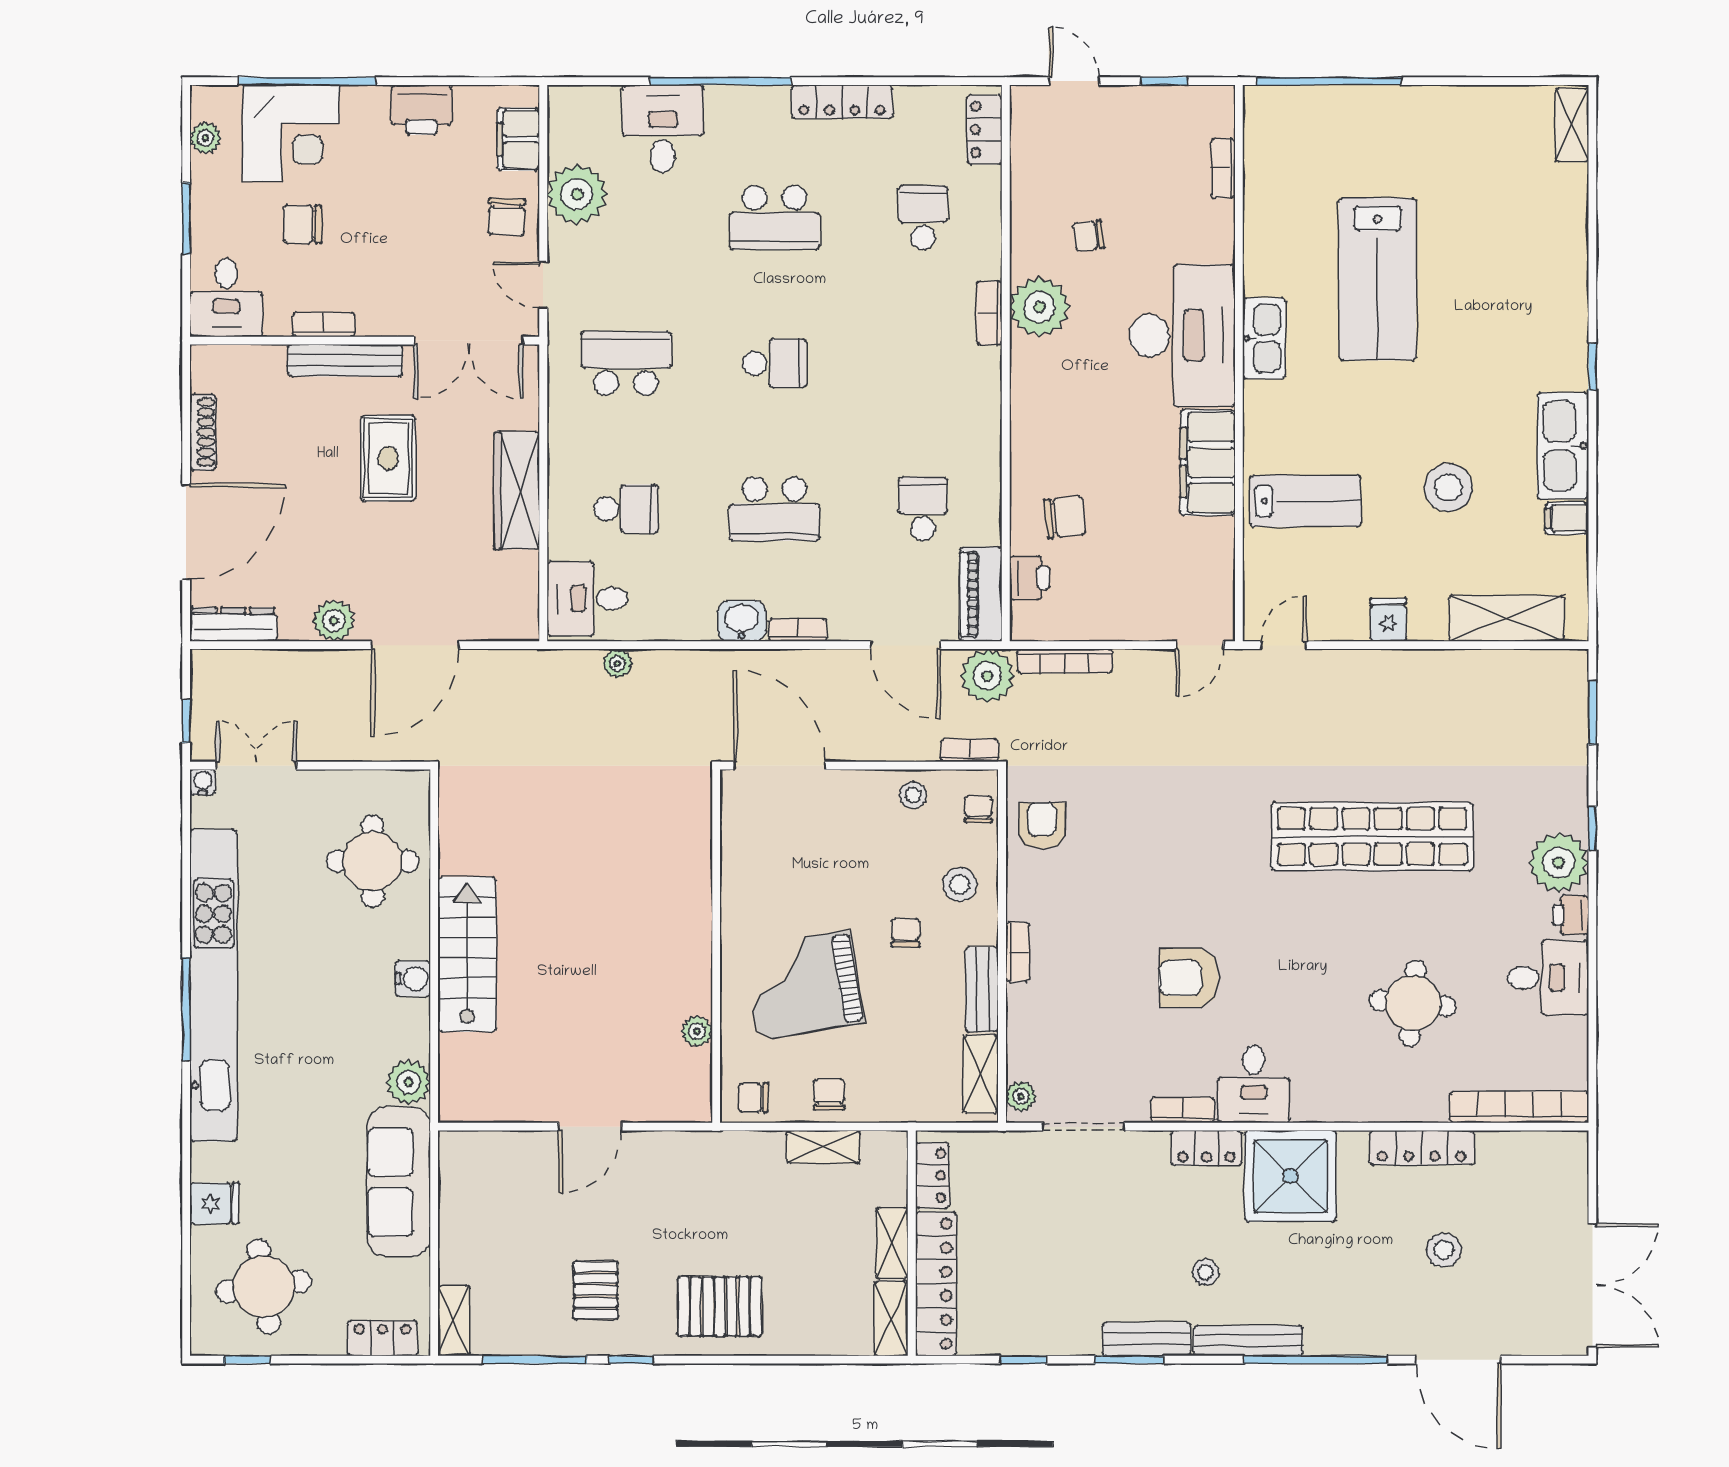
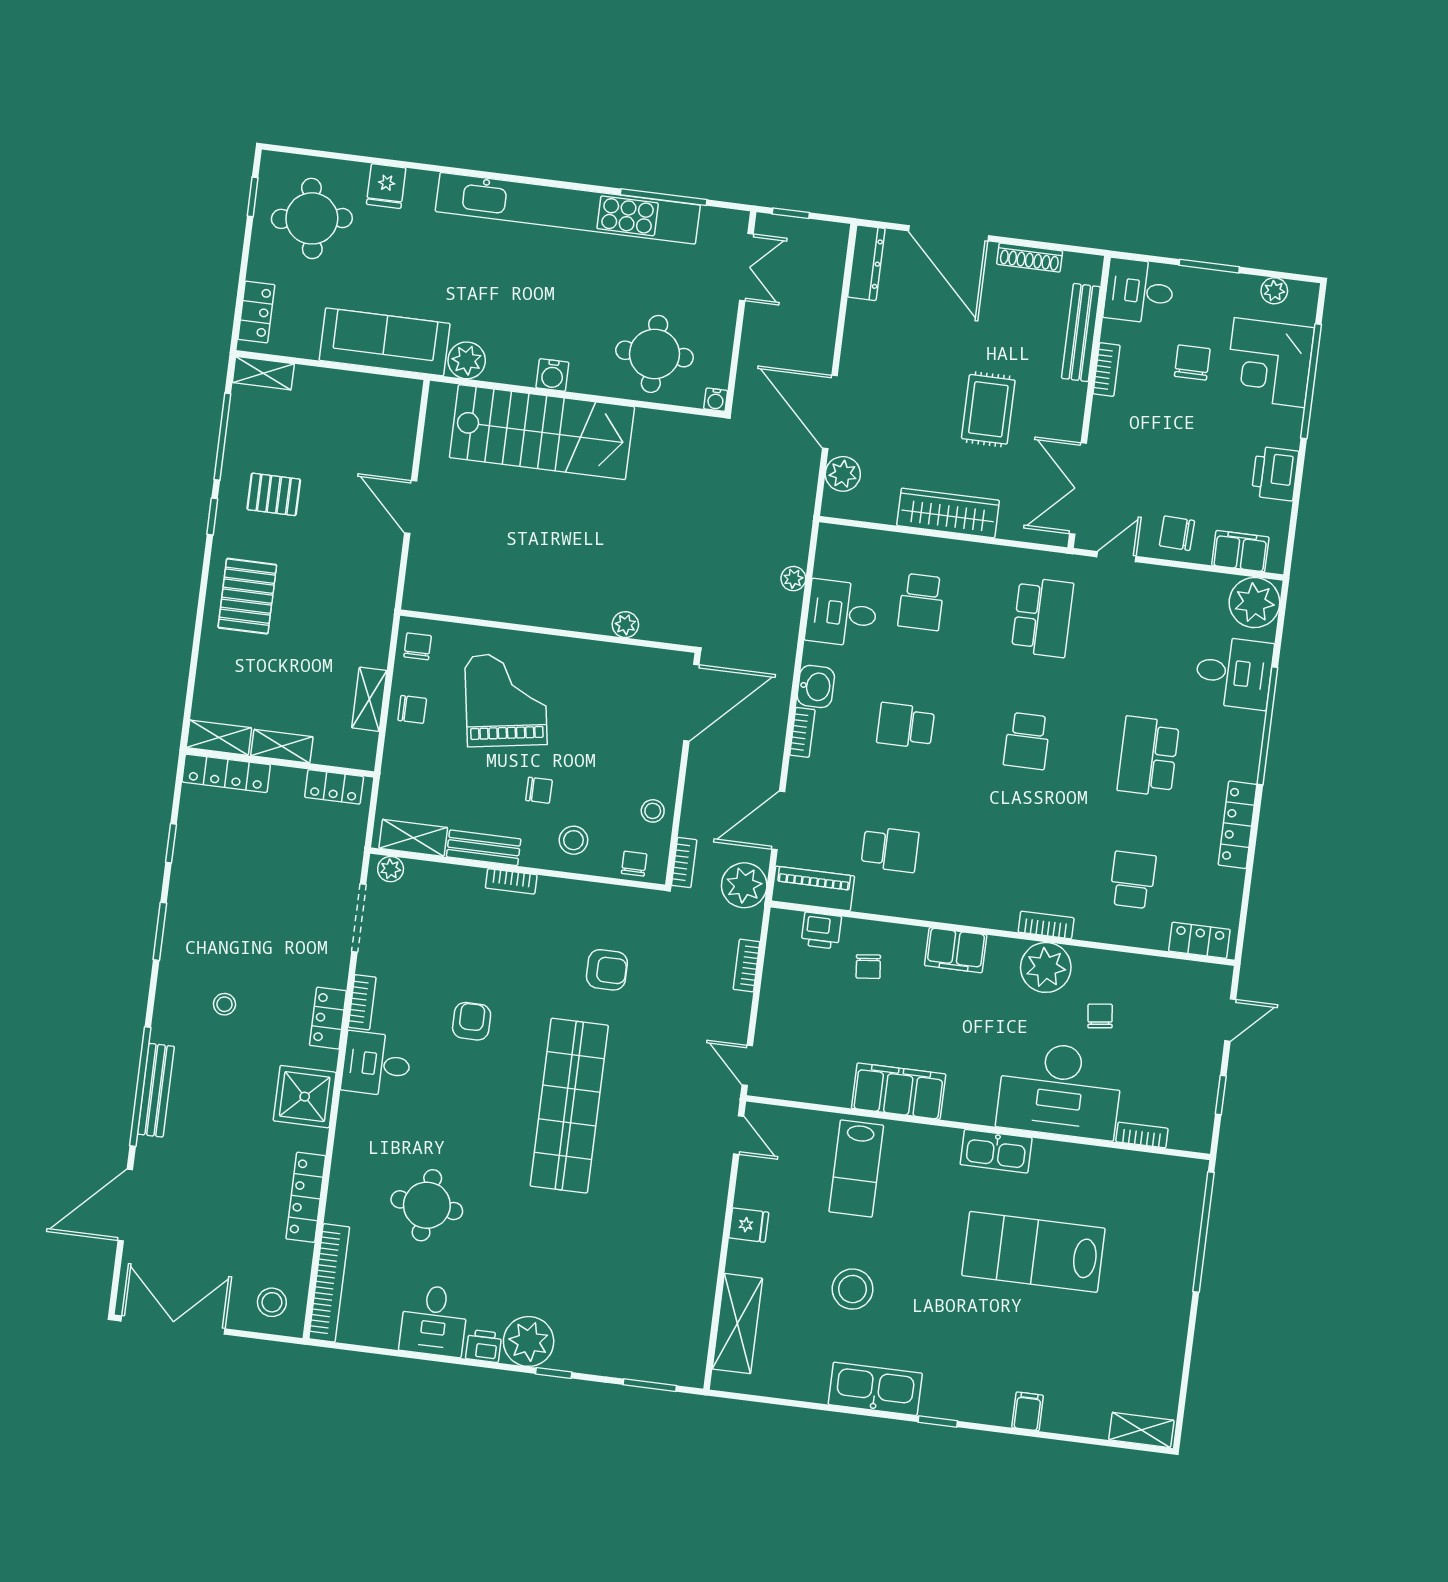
plant: (577, 194) -> (1254, 603), moved
school desk: (923, 218) -> (1133, 880), turned -90
desk: (1182, 336) -> (1060, 1090), moved
bench: (345, 360) -> (1081, 333), moved
filing cabinet: (1033, 416) -> (956, 950), added
rug: (388, 458) -> (988, 409), turned 90
school desk: (775, 509) -> (906, 726), width x0.54
chair: (1065, 517) -> (868, 967), width x0.73, depth x0.73
filing cabinet: (1567, 518) -> (1028, 1411), moved
desk: (587, 599) -> (842, 613), moved, turned -90
plant: (334, 621) -> (843, 474), moved
bookcase: (1065, 661) -> (746, 965), width x0.64
water cooler: (203, 782) -> (716, 400), moved, turned 90
chair: (978, 809) -> (634, 864), turned -90
armchair: (1042, 826) -> (607, 970), moved
shop shelf: (1372, 836) -> (569, 1106), moved
stairs: (467, 954) -> (542, 432), width x1.36, depth x1.51
armchair: (1189, 978) -> (472, 1021), width x0.72, depth x0.72
window: (186, 1009) -> (664, 197), moved
plant: (697, 1031) -> (625, 625), moved
shower: (1290, 1176) -> (305, 1097), width x0.73, depth x0.73
stool: (1444, 1250) -> (272, 1302), moved
locker: (936, 1284) -> (226, 773), width x0.71, depth x0.83
double door: (1592, 1285) -> (173, 1325), swing flipped
bench: (1147, 1339) -> (175, 948), removed
bench: (1248, 1341) -> (156, 1090), moved

